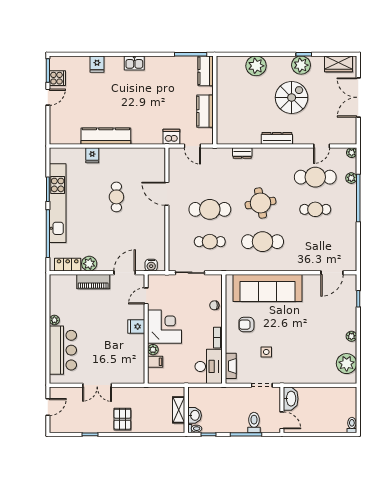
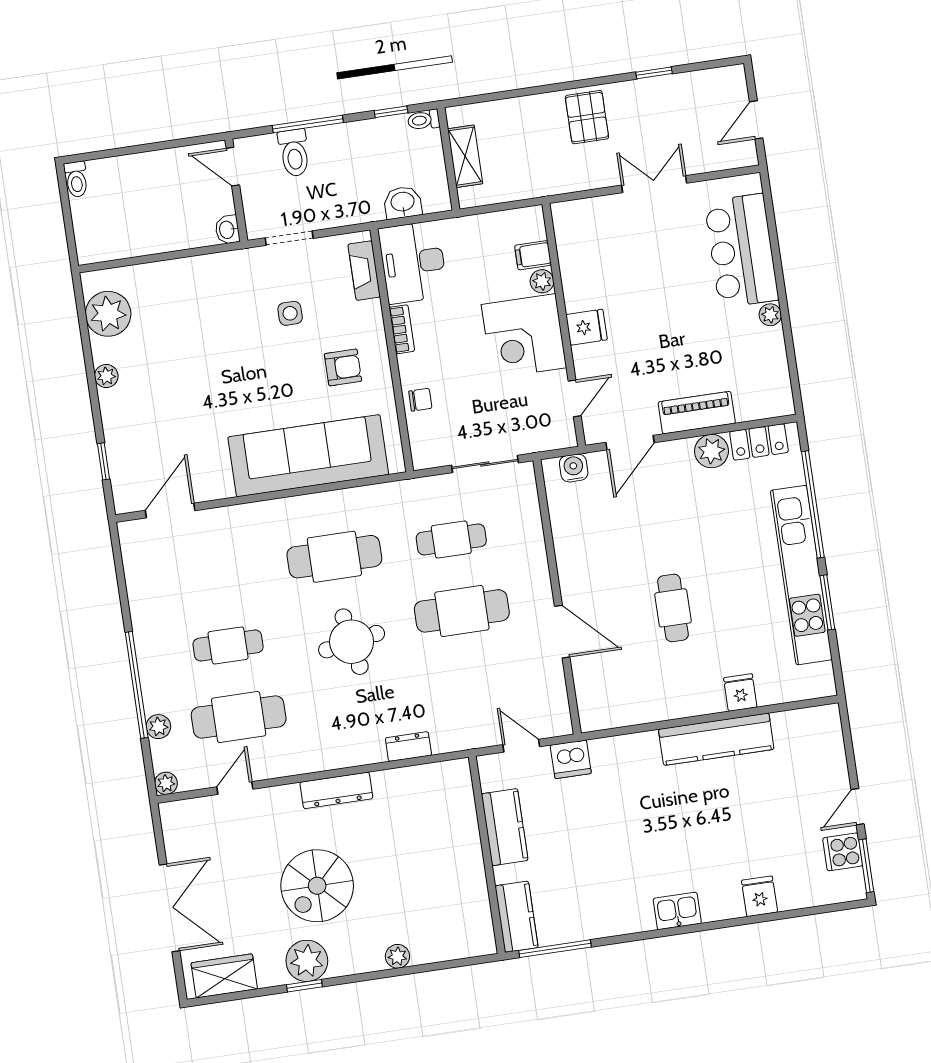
plant: (256, 66) -> (397, 956), width x0.53, depth x0.53
washbasin: (291, 399) -> (227, 230), width x0.52, depth x0.69
washbasin: (195, 415) -> (403, 202), moved, turned 90

